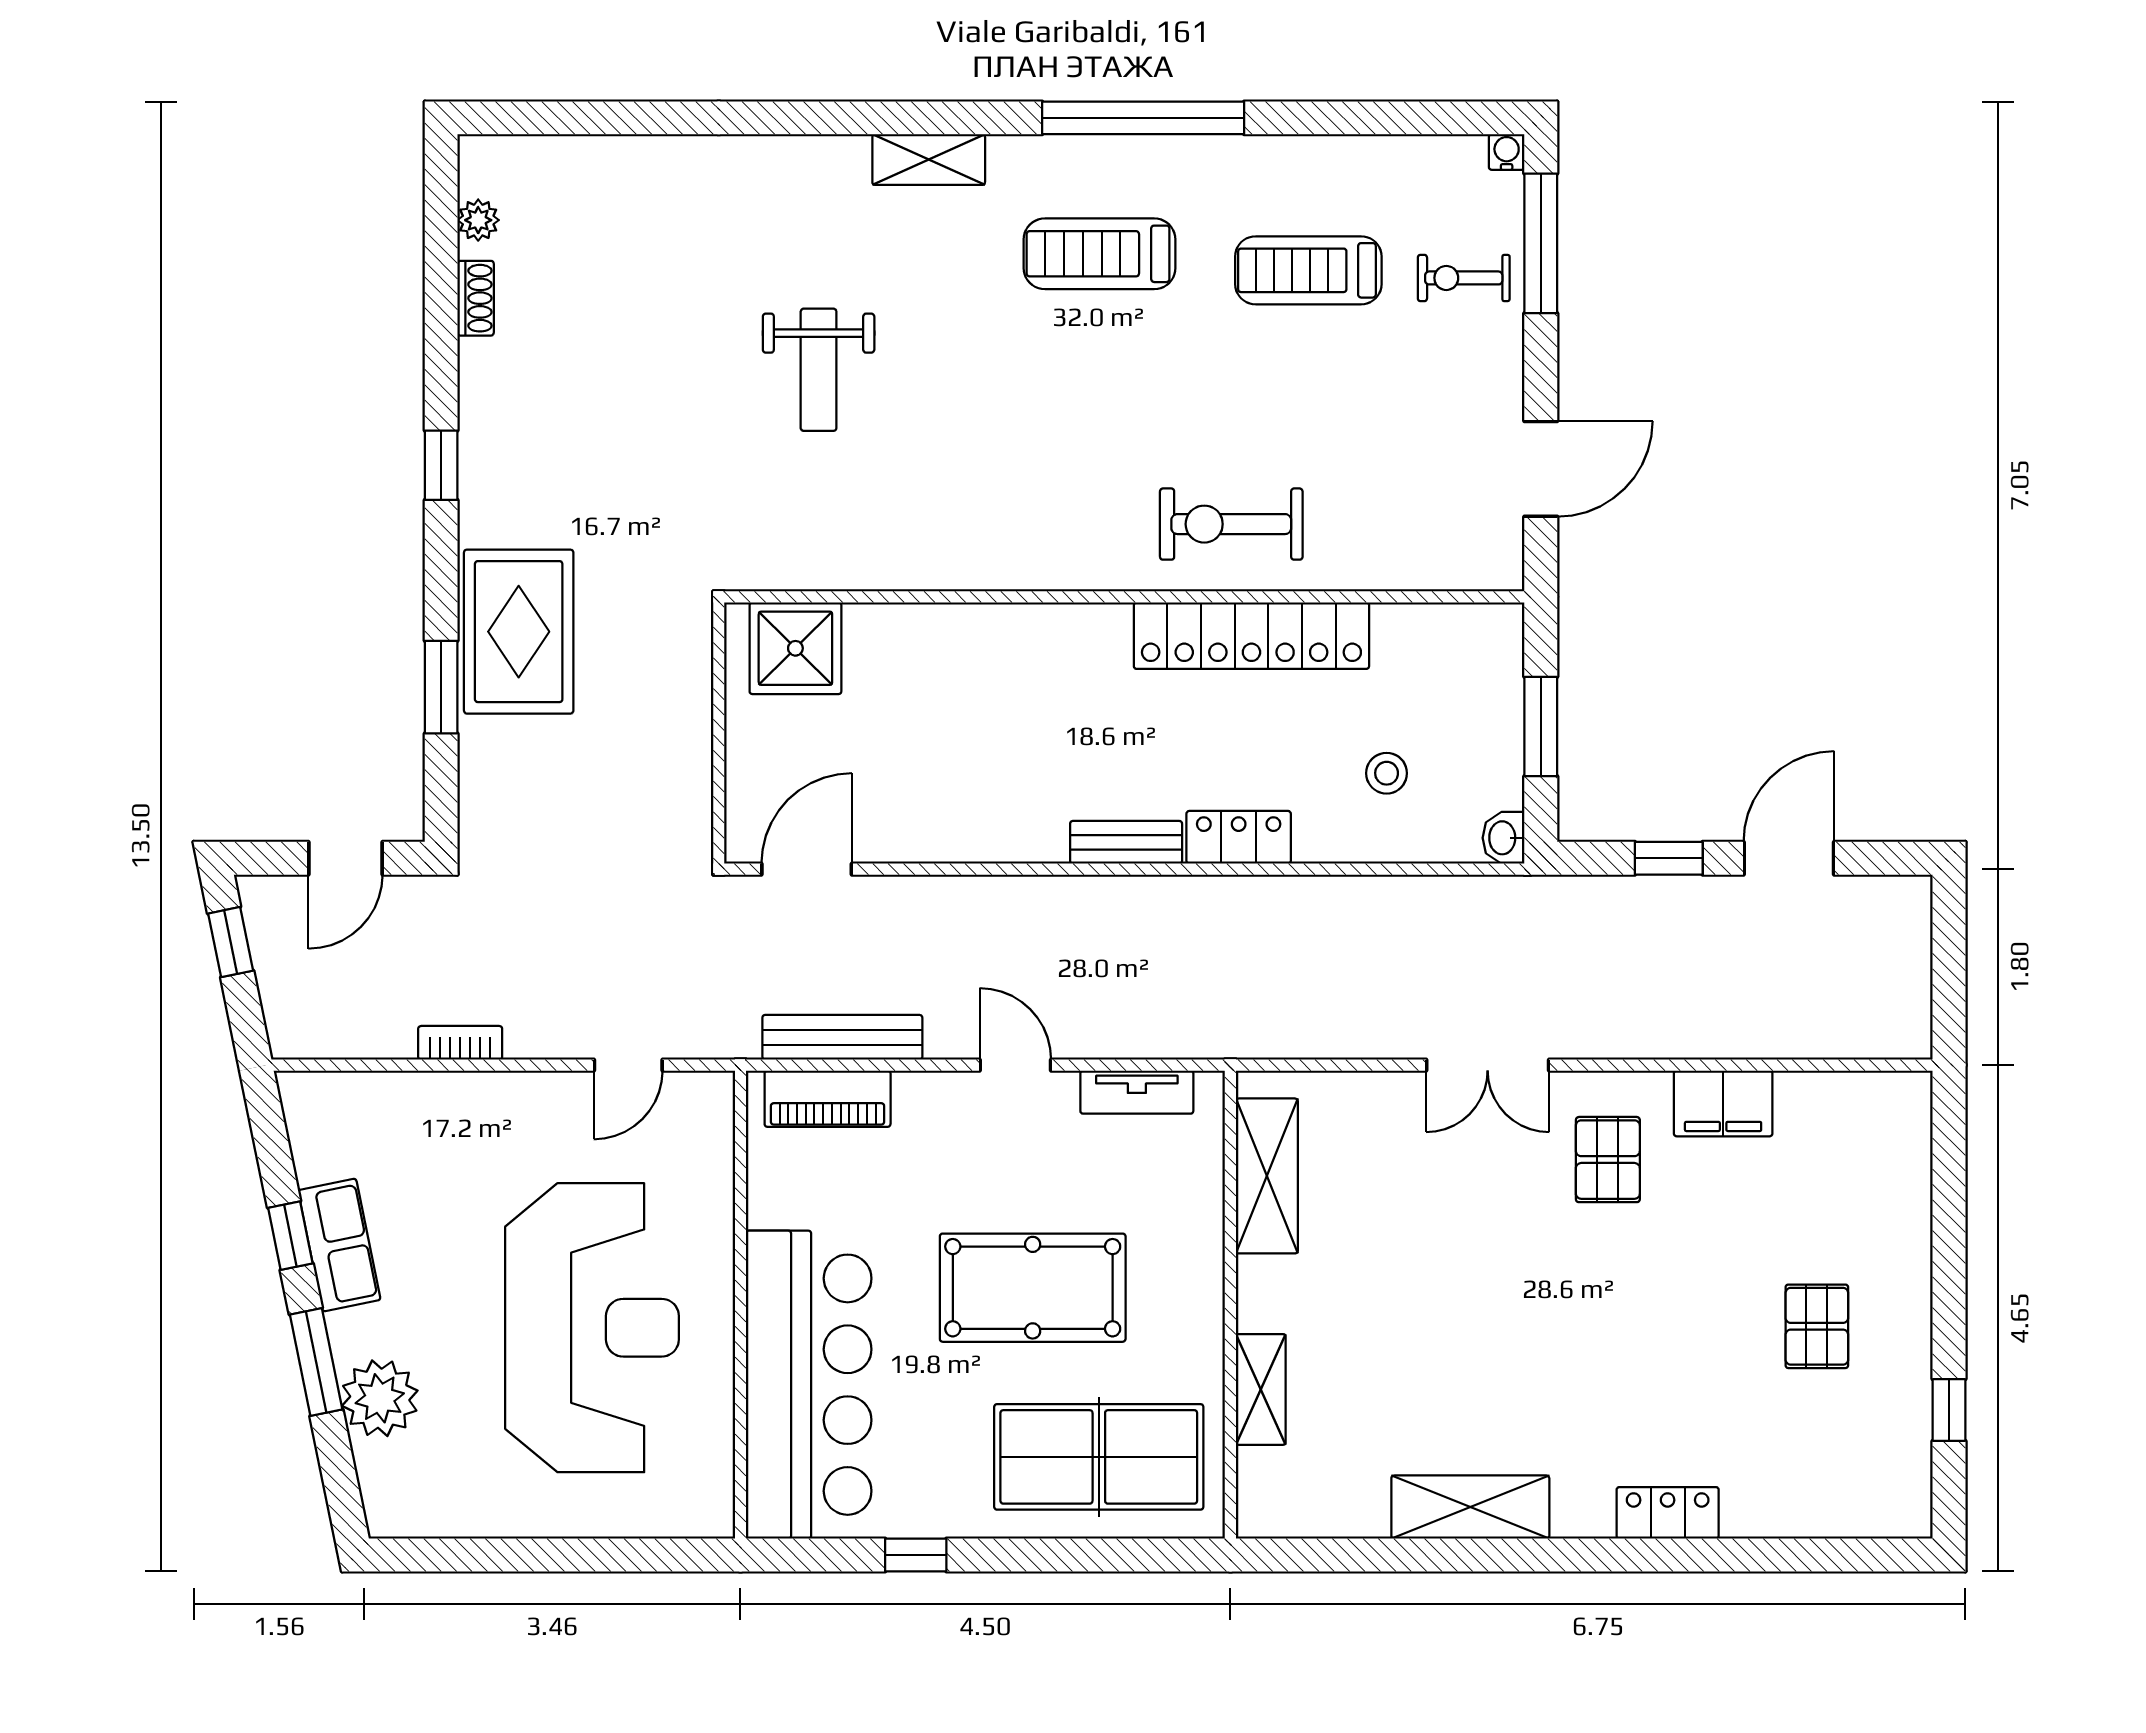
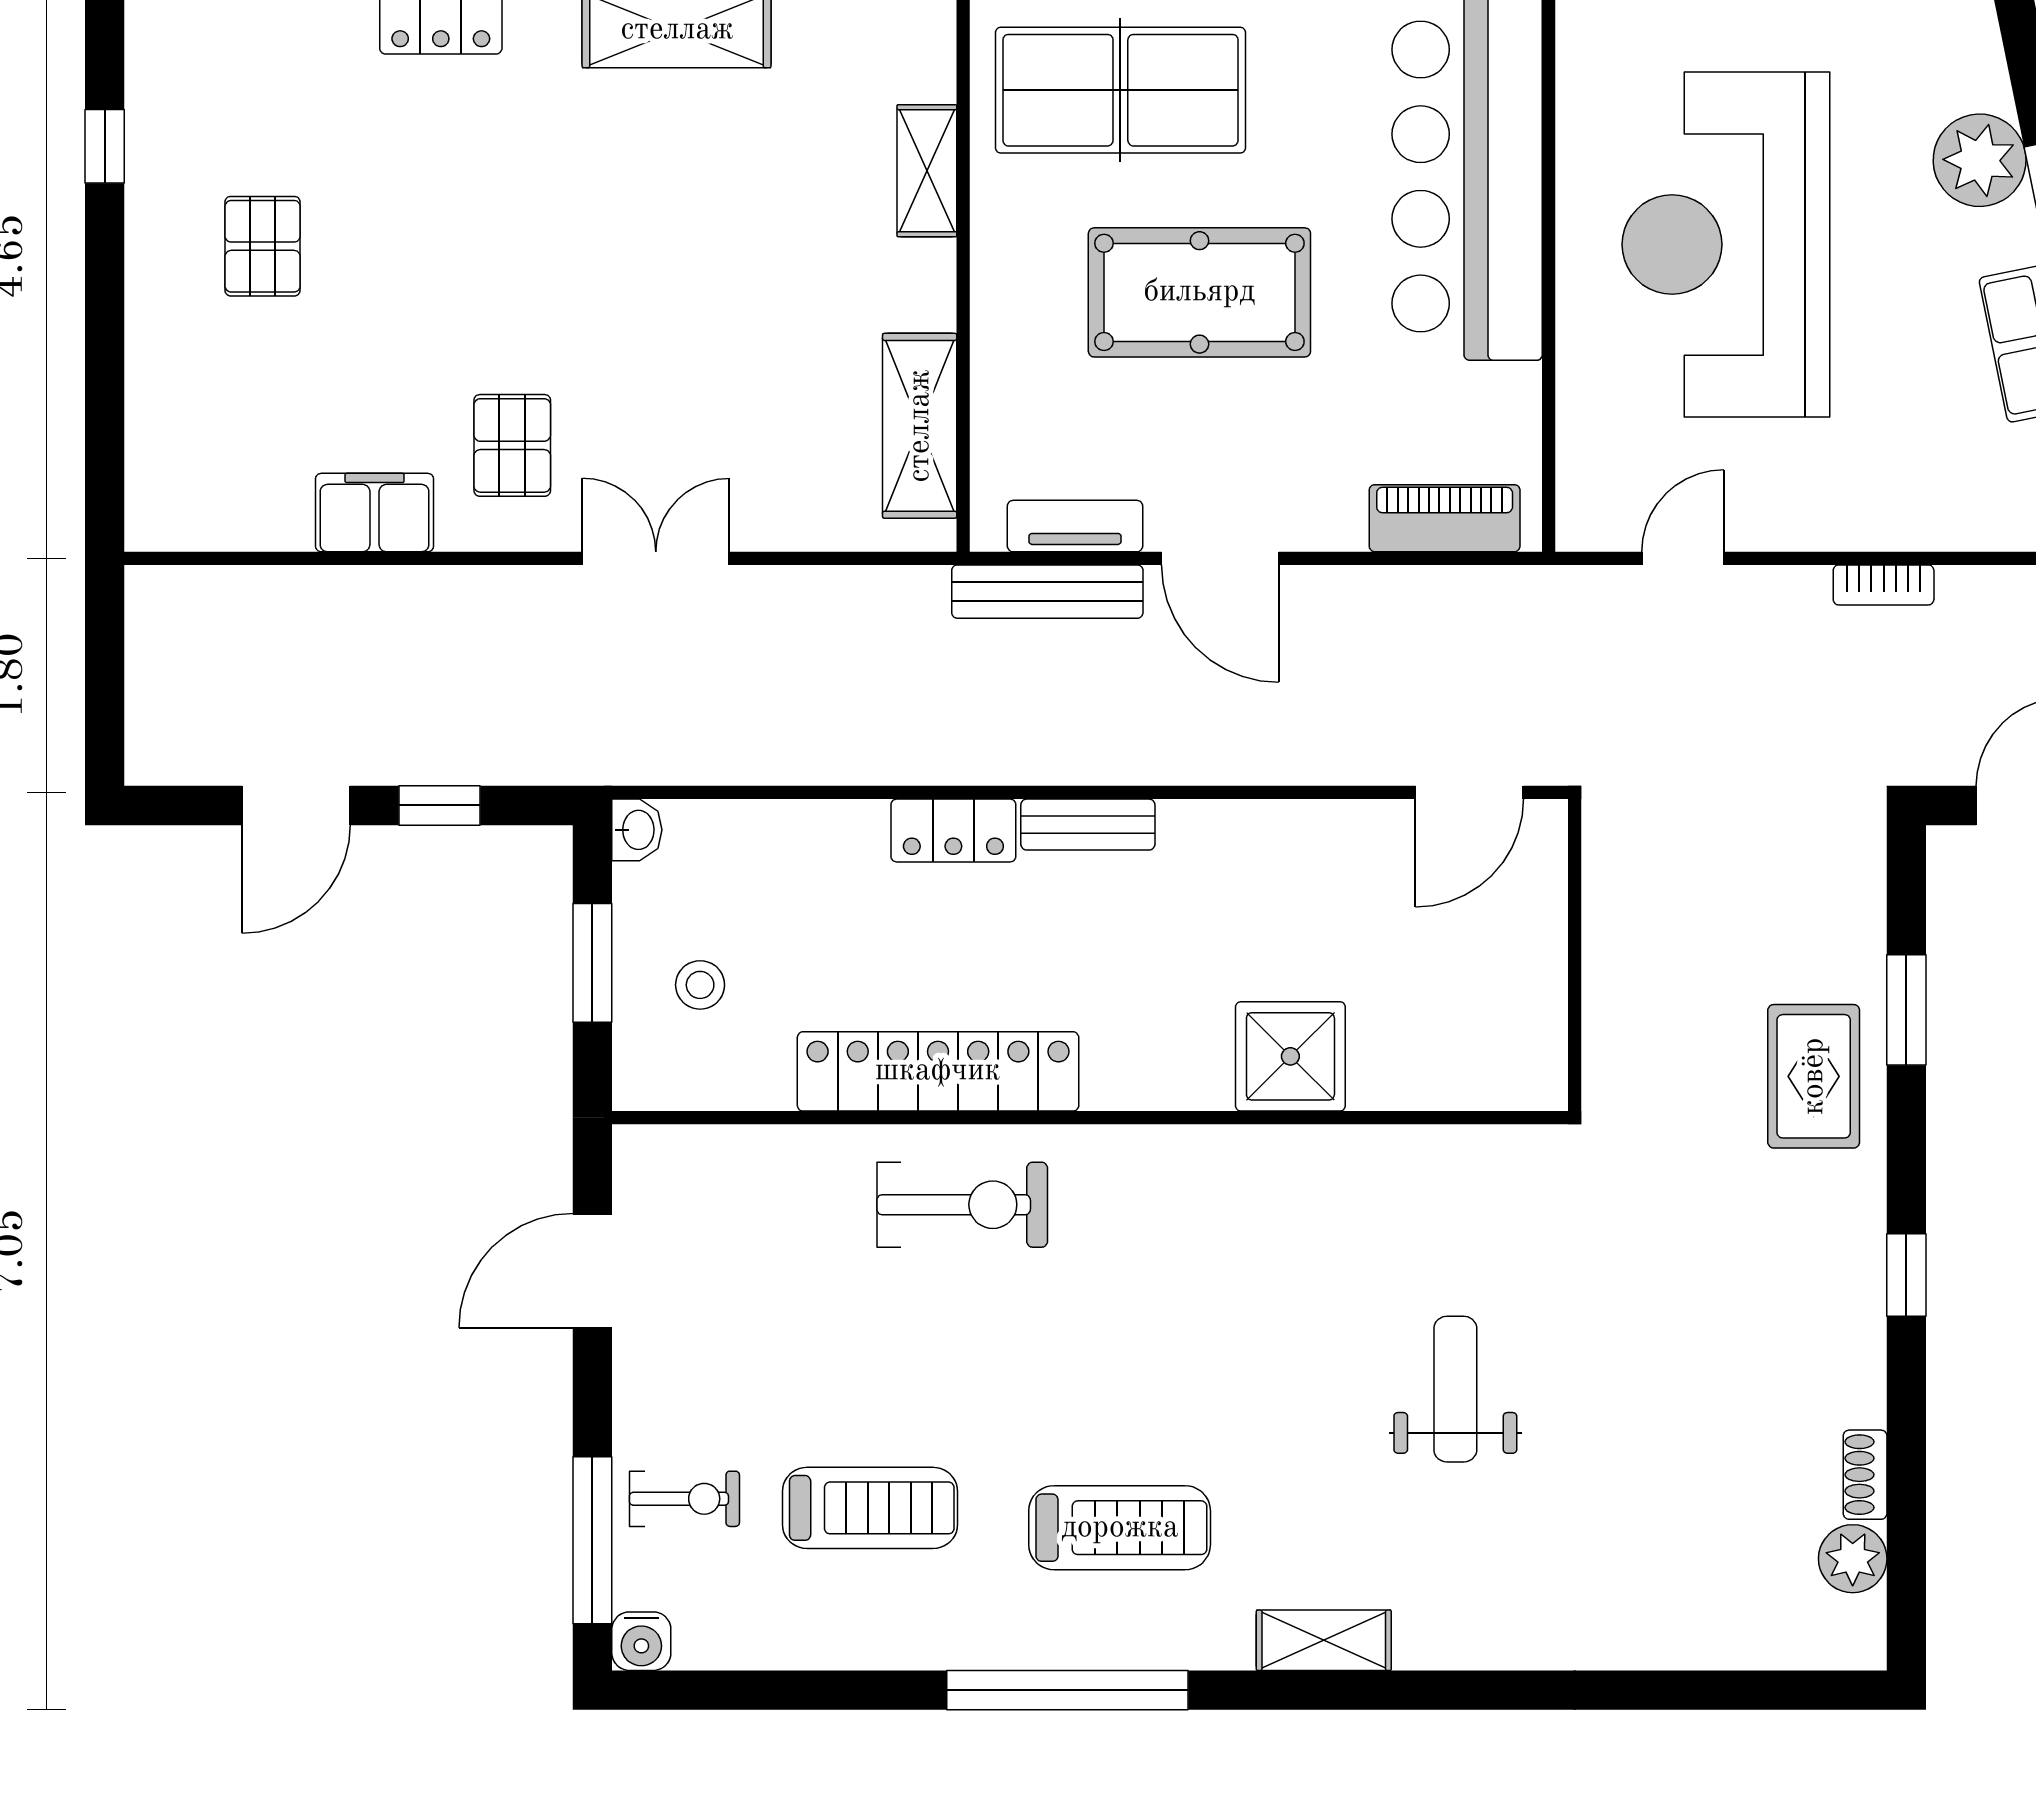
water cooler: (1507, 152) -> (641, 1641), width x1.38, depth x1.38
plant: (478, 220) -> (1853, 1559), width x1.38, depth x1.38
rug: (519, 632) -> (1814, 1076), width x0.73, depth x0.70
shower: (795, 648) -> (1290, 1056), moved
stool: (1387, 773) -> (700, 985), moved
bench: (842, 1037) -> (1047, 592), moved
door: (1015, 1065) -> (1220, 558), width x1.38

